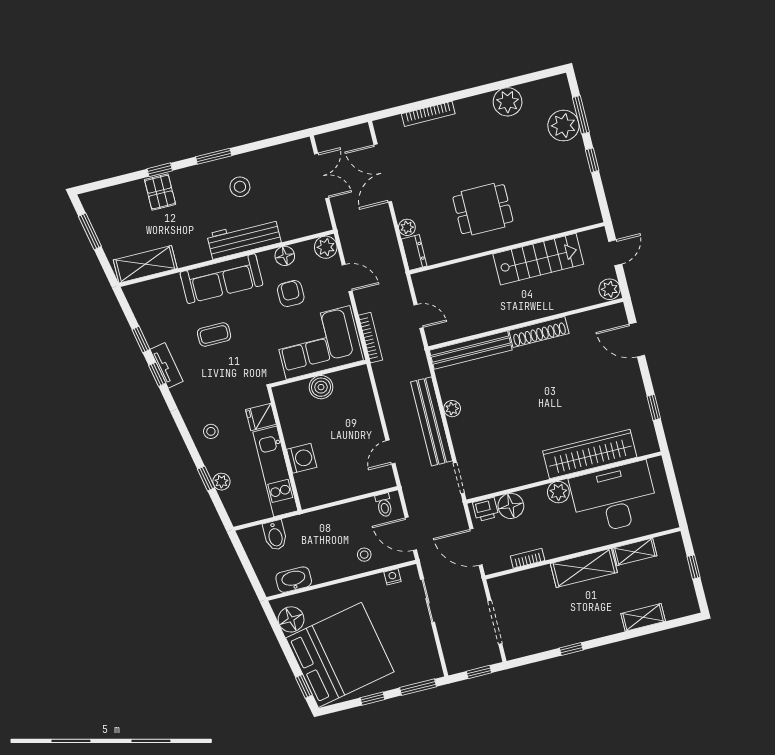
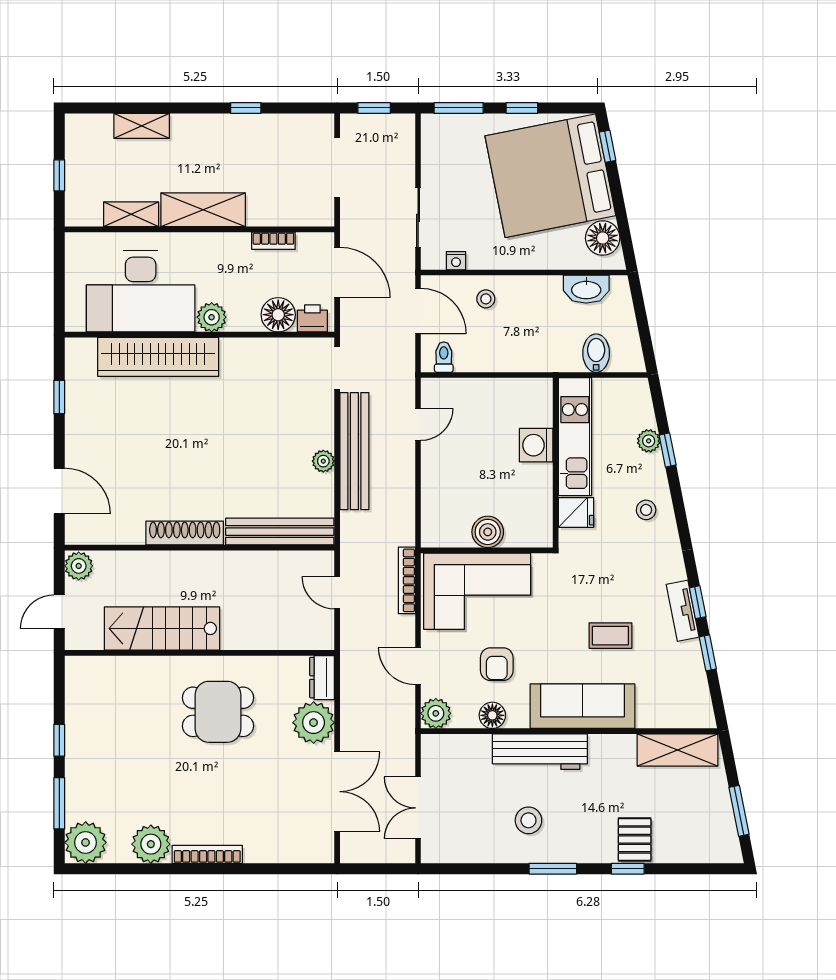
bookcase: (428, 114) -> (207, 854), moved
plant: (563, 126) -> (86, 842), moved
plant: (407, 227) -> (314, 723), width x1.87, depth x1.87

